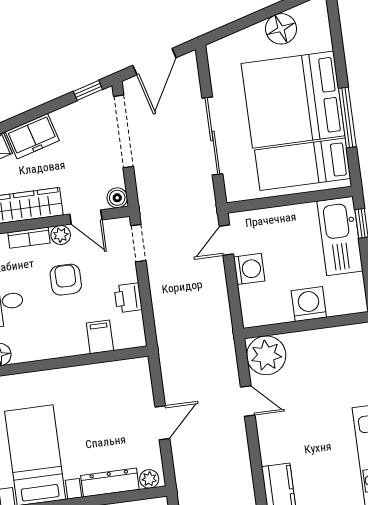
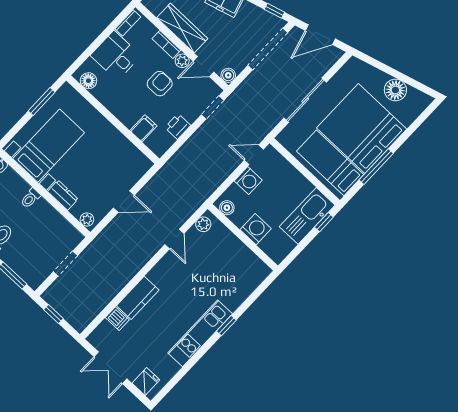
door: (86, 217) -> (203, 67), hinge flipped
boiler: (260, 316) -> (227, 208), added
plant: (266, 355) -> (203, 224), width x0.53, depth x0.53
dresser: (110, 483) -> (63, 195), width x0.70

